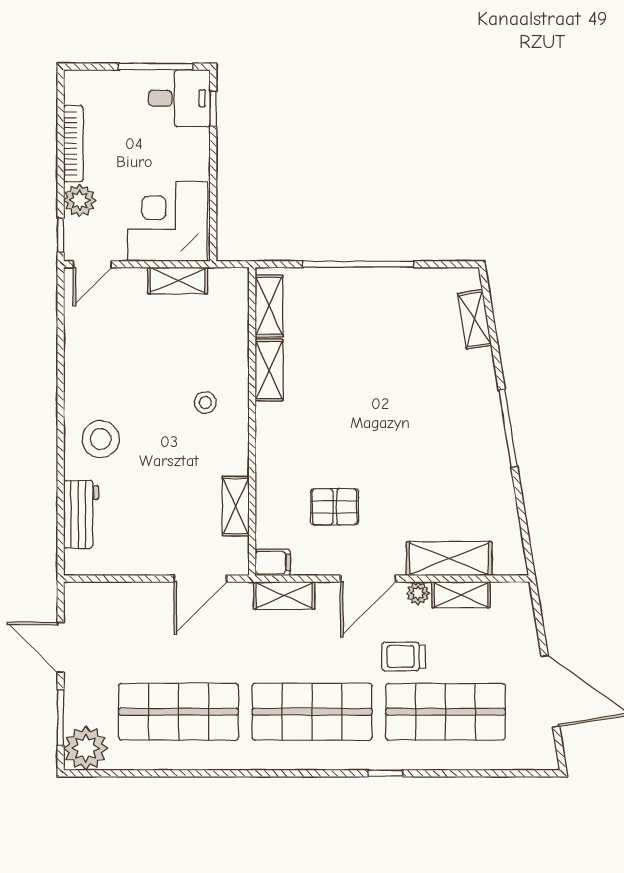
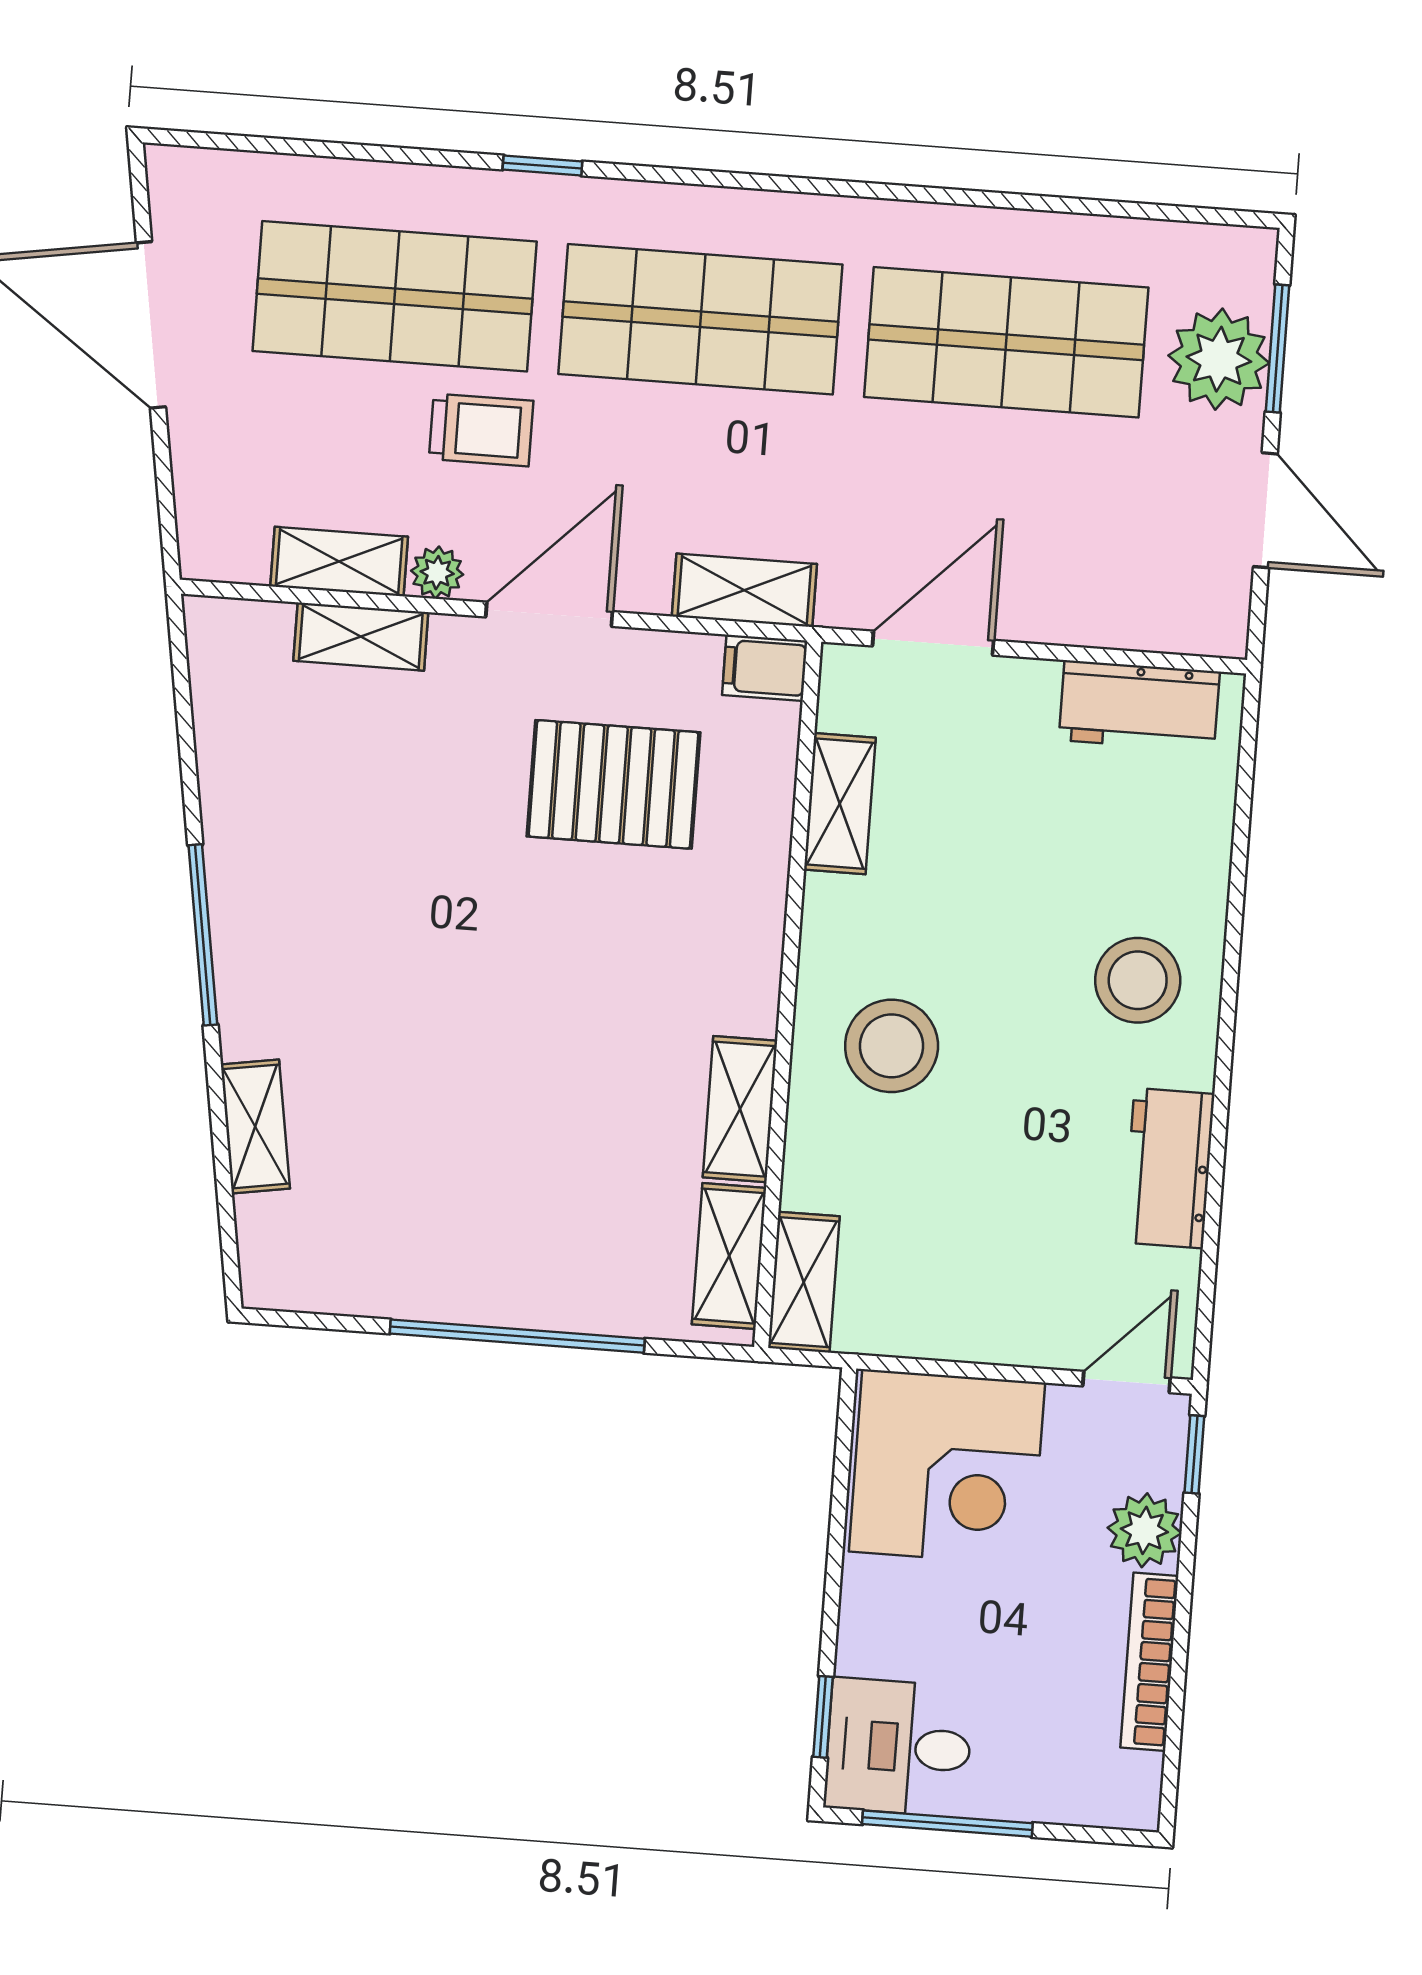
shelving: (178, 281) -> (804, 1282), moved, turned 90
shelving: (475, 319) -> (255, 1126), moved
workbench: (81, 358) -> (1169, 1168), added
stool: (205, 402) -> (892, 1046), width x1.89, depth x1.89
pallet: (335, 507) -> (614, 784), width x1.50, depth x1.42
workbench: (81, 514) -> (1139, 706), moved, turned -90
shelving: (449, 559) -> (361, 637), width x0.67, depth x0.75
plant: (86, 748) -> (1219, 359), moved

